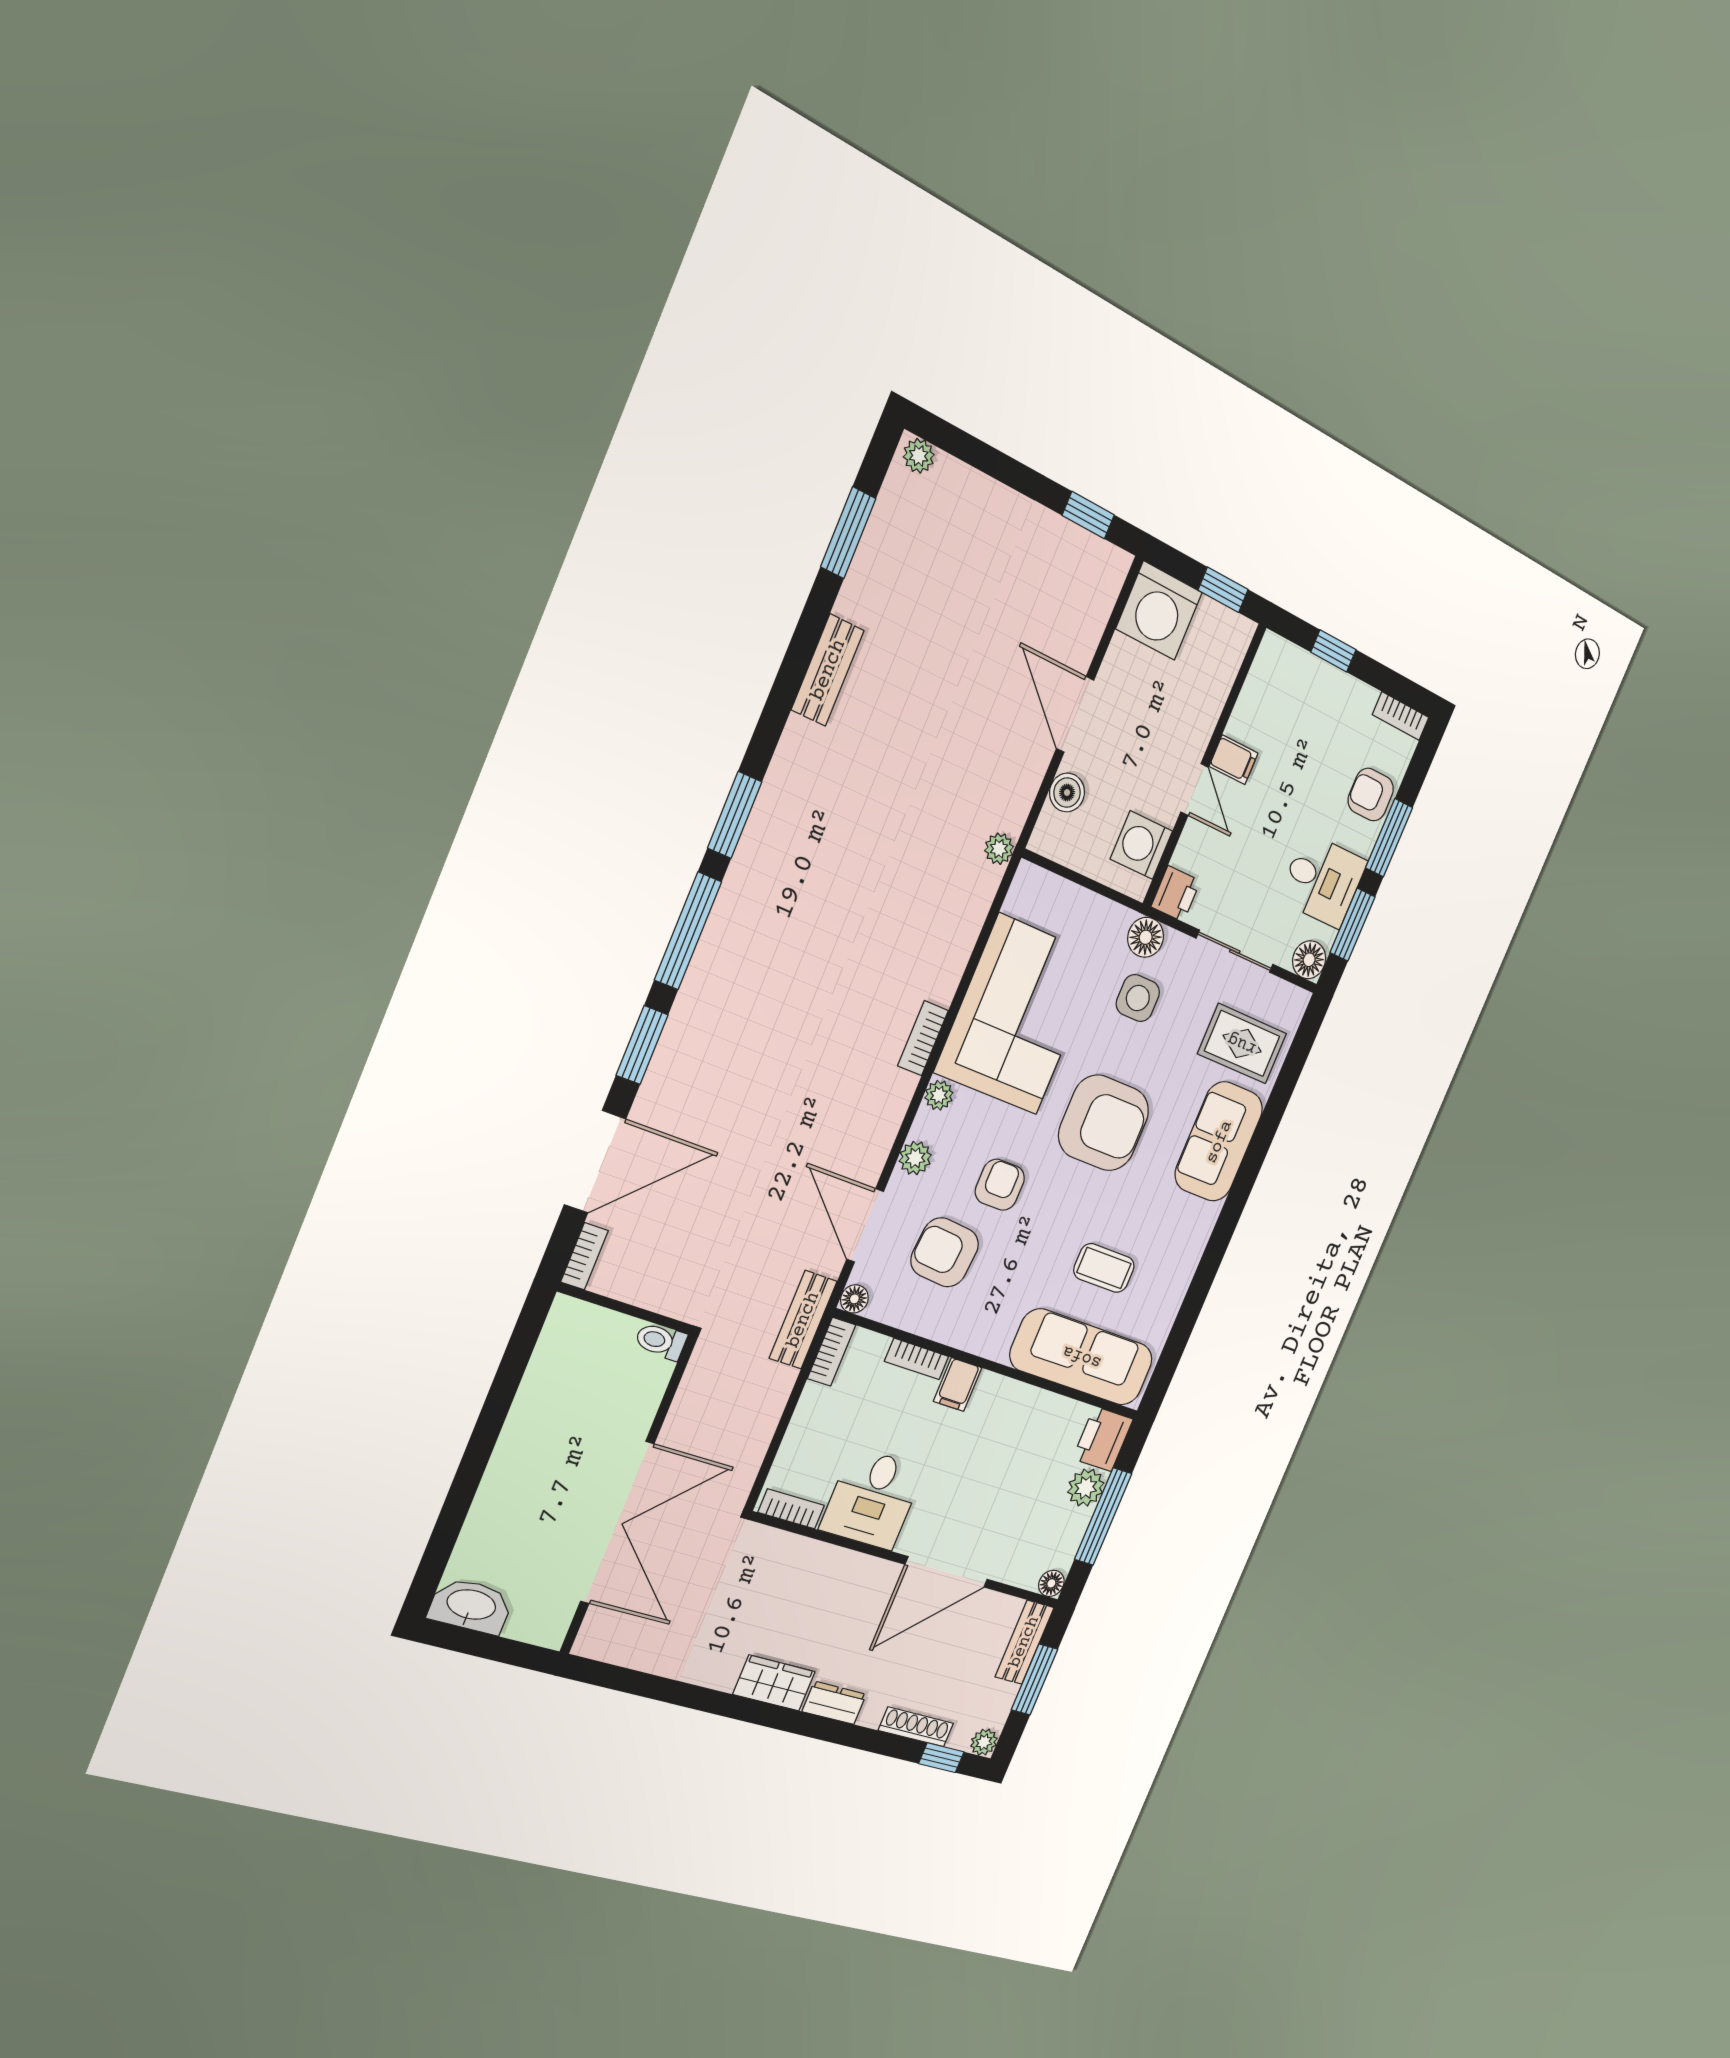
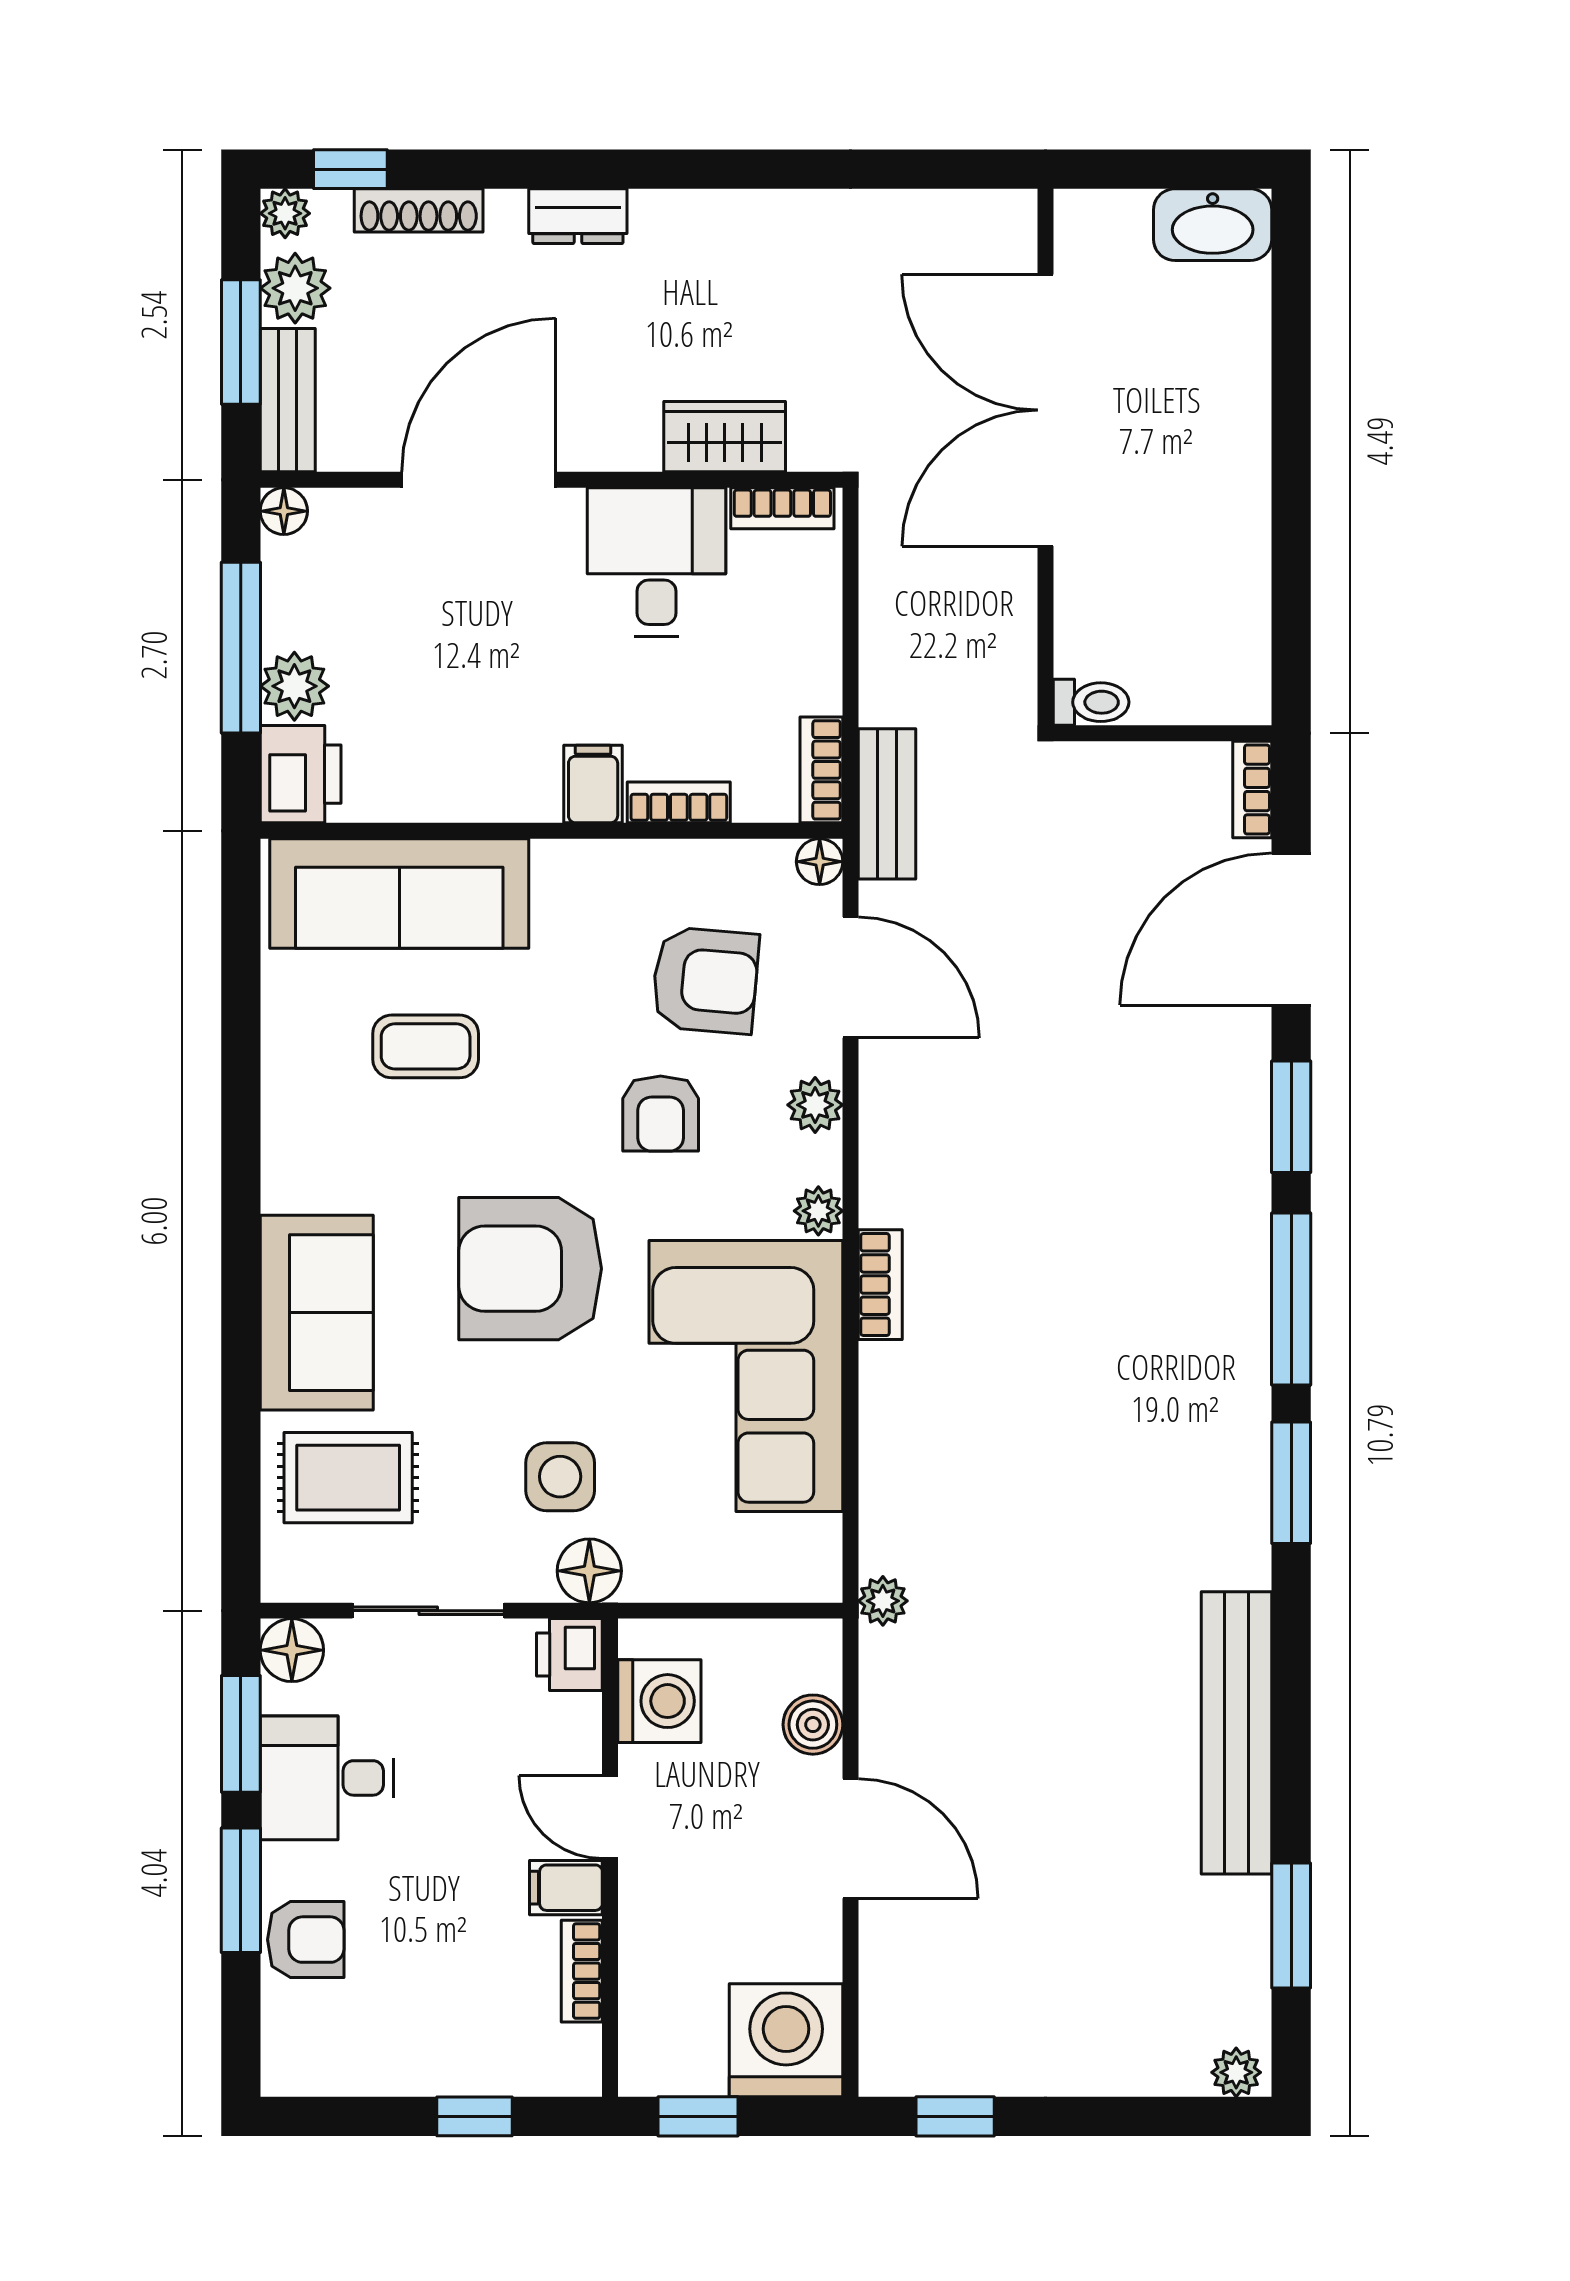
bench: (828, 670) -> (1237, 1733), width x1.86, depth x1.21
bookcase: (1401, 716) -> (582, 1971), moved, turned -90
wardrobe: (774, 1683) -> (725, 437), moved, turned 180
plant: (996, 1701) -> (295, 288), added

